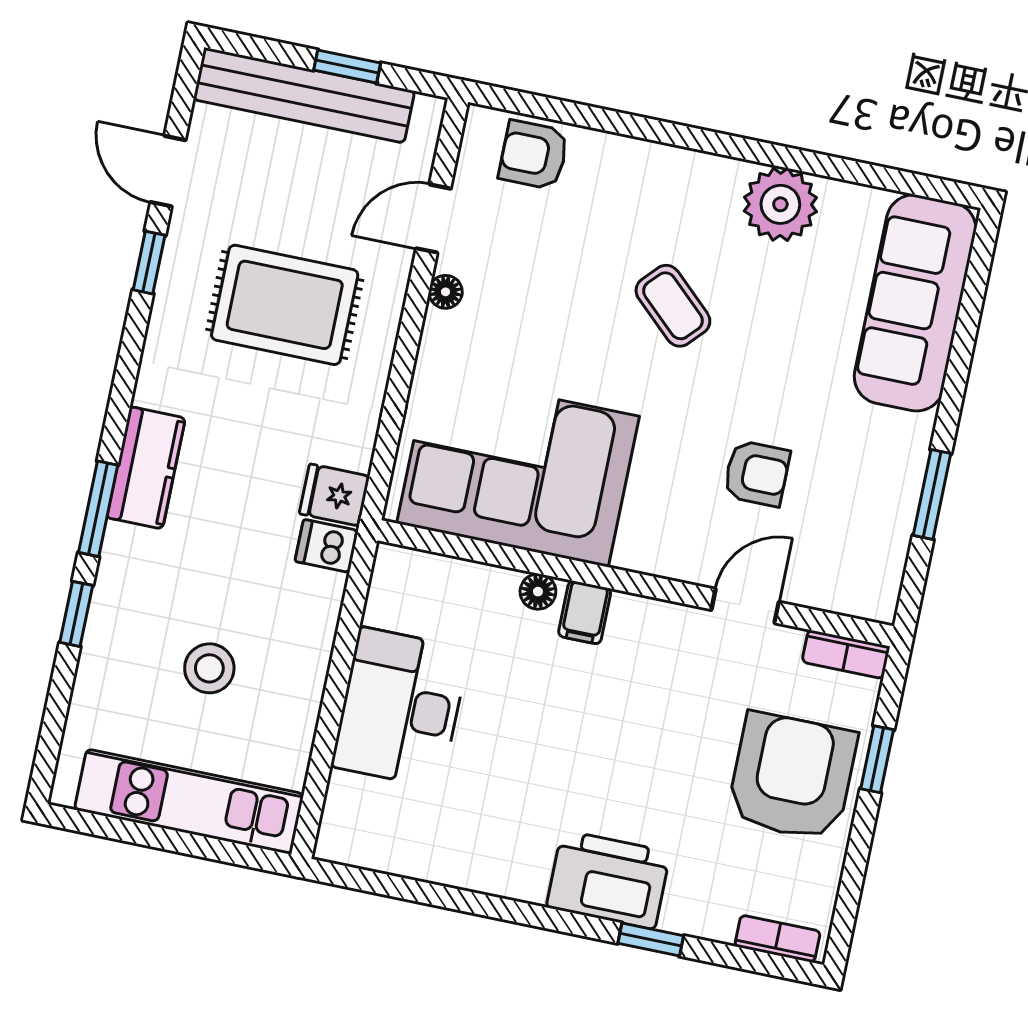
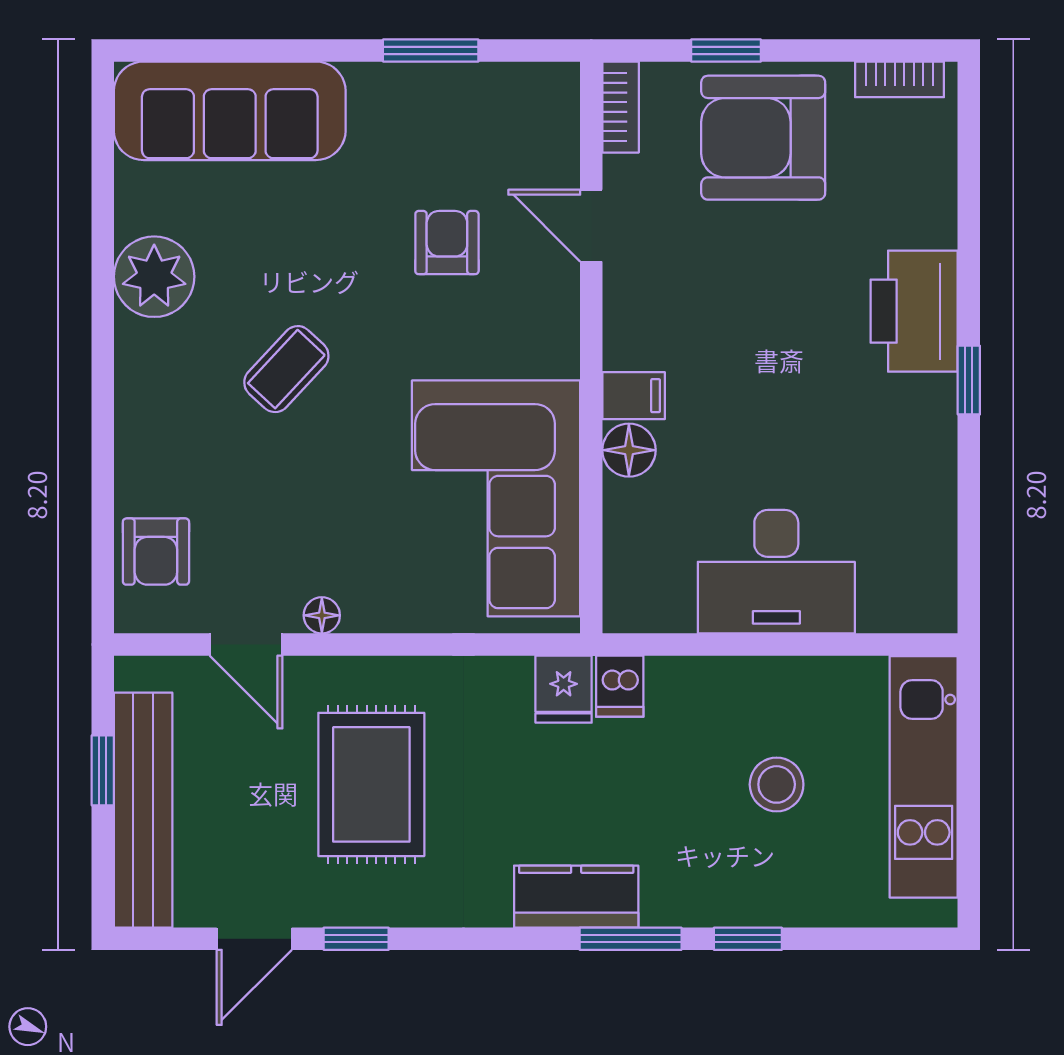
floor lamp: (538, 592) -> (629, 450), width x1.37, depth x1.37
bookcase: (777, 939) -> (900, 79), moved, turned -90
window: (651, 940) -> (969, 380), moved

